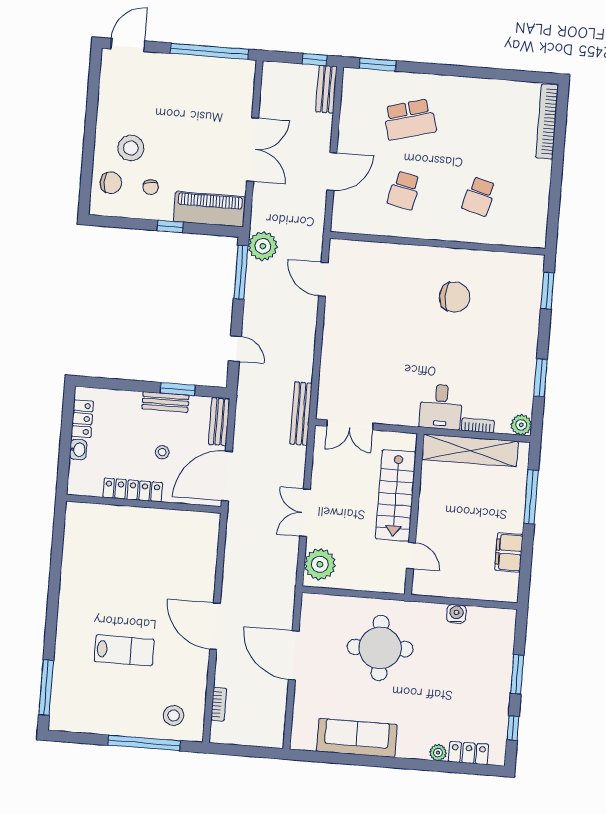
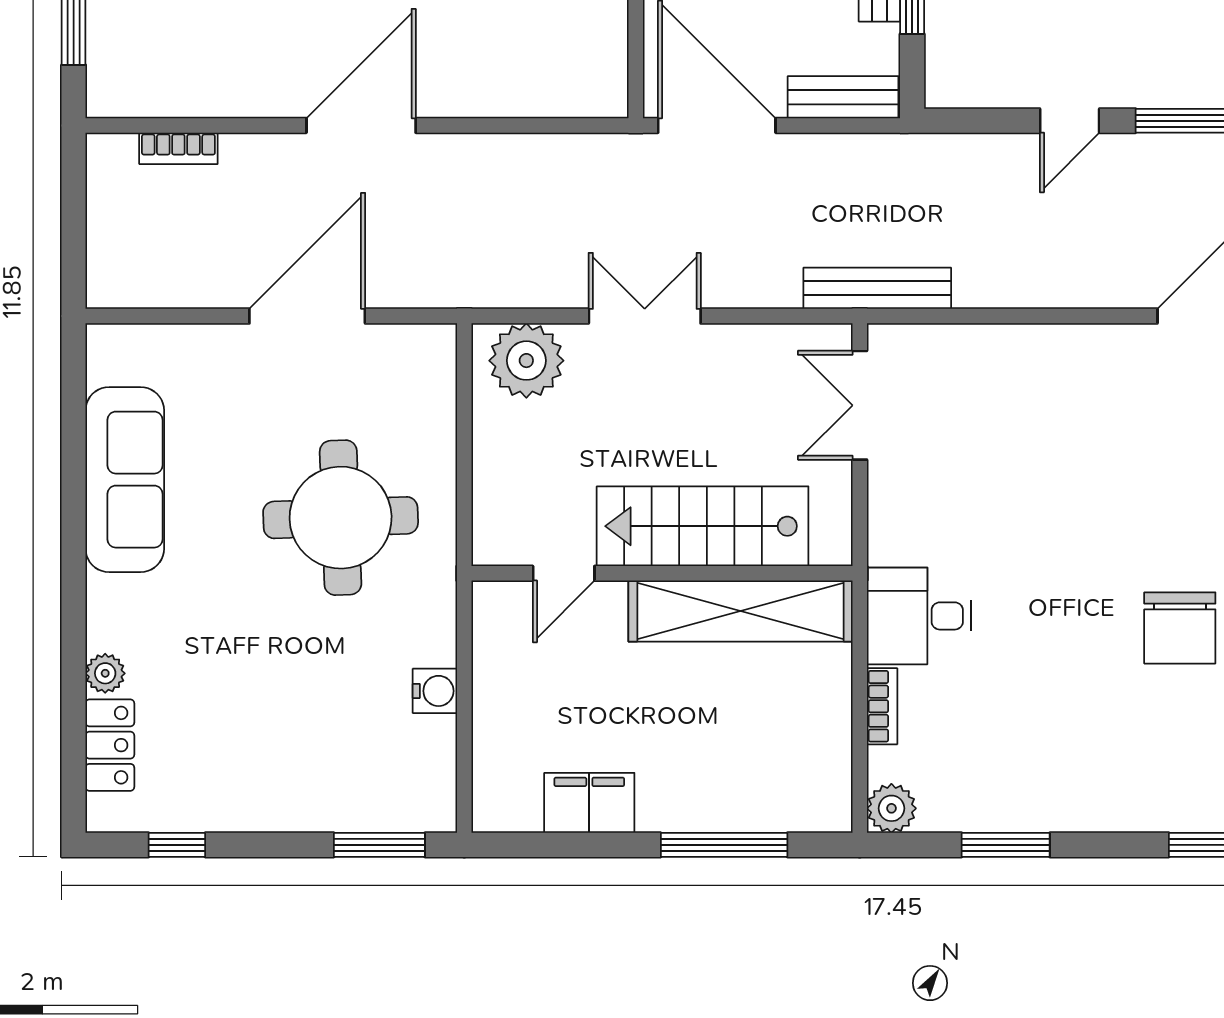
door: (235, 349) -> (1070, 121), moved
shelving: (470, 450) -> (740, 611), moved, turned 90
window: (517, 674) -> (379, 845), moved
stool: (173, 715) -> (144, 44), removed

